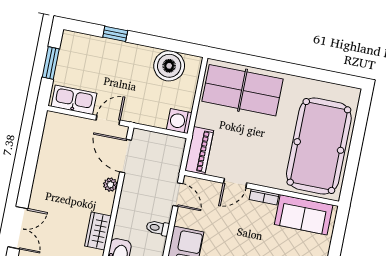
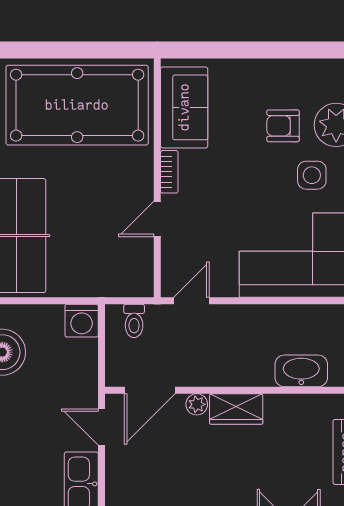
piano: (199, 151) -> (120, 282), removed
door: (235, 183) -> (157, 219), swing flipped
toilet: (158, 228) -> (134, 321), moved
wardrobe: (98, 231) -> (236, 409), moved

